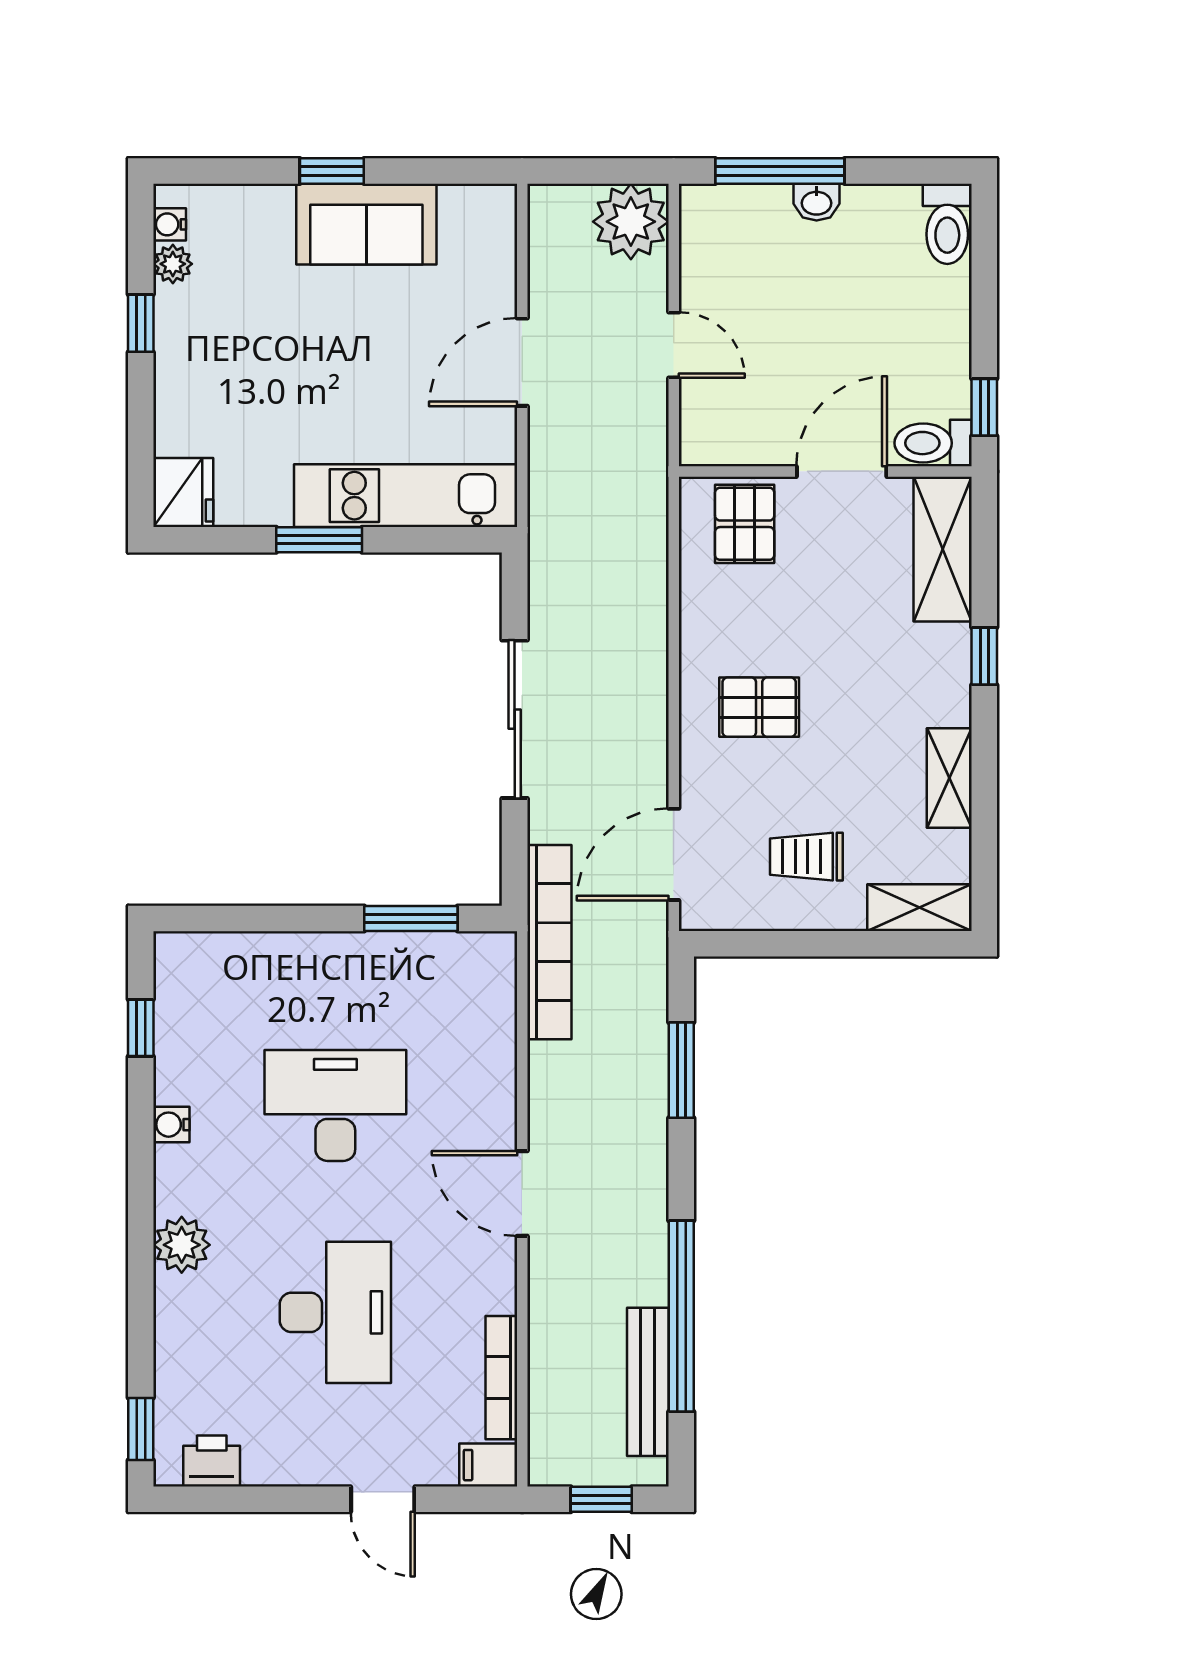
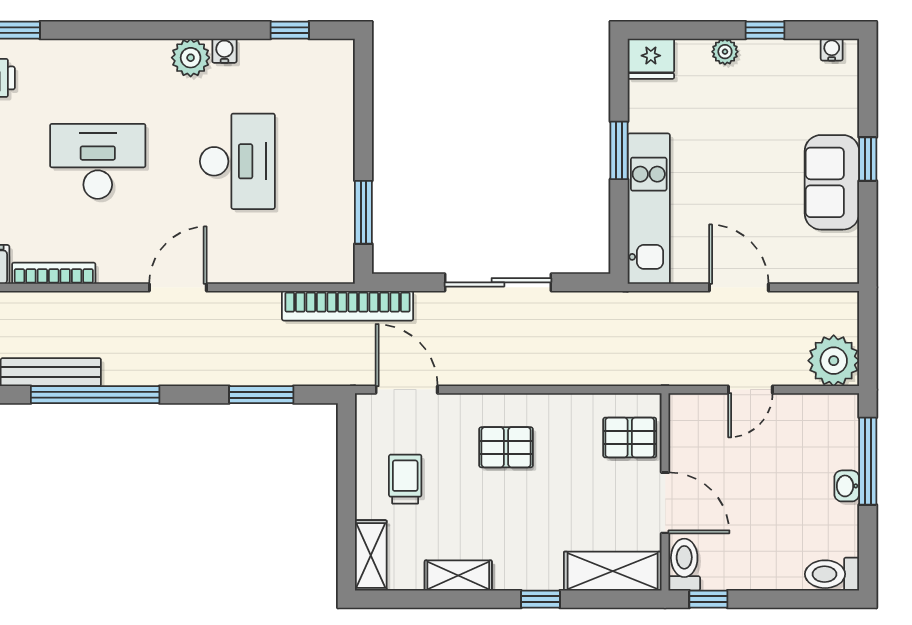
plant: (173, 264) -> (725, 52), moved
pallet: (759, 707) -> (506, 447), turned 90
plant: (182, 1245) -> (191, 58), moved
desk: (335, 1312) -> (98, 161), turned 180

